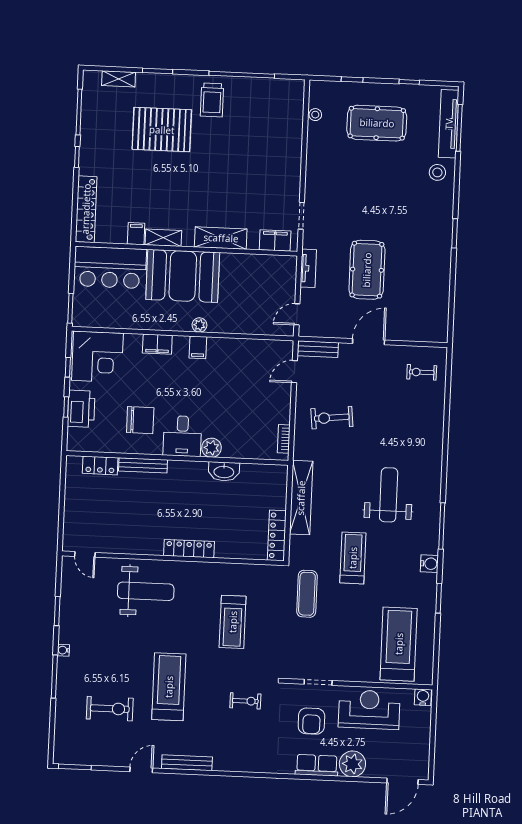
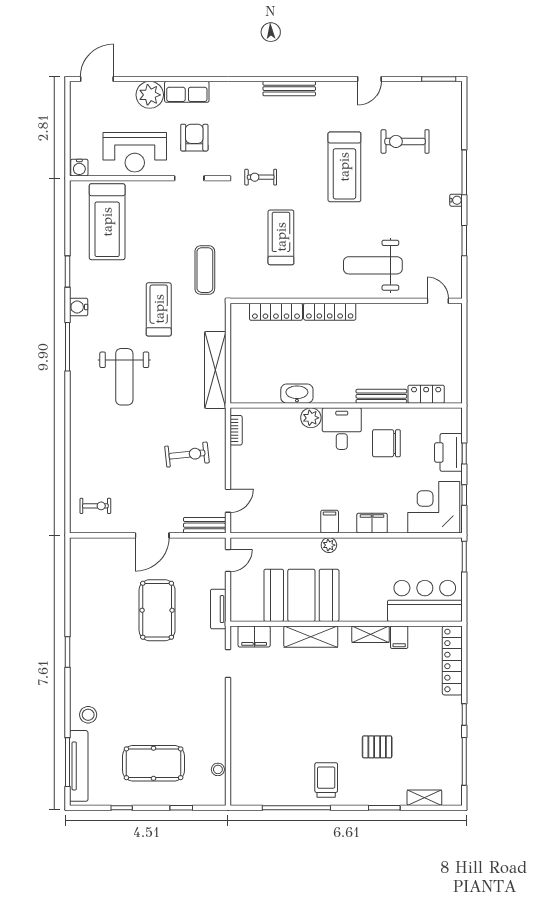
pallet: (162, 130) -> (377, 747), width x0.49, depth x0.50
booth: (183, 276) -> (301, 595), moved
locker: (277, 535) -> (276, 312), moved, turned 90
treadmill: (353, 558) -> (159, 309), turned 180
exercise bike: (245, 701) -> (261, 177), moved
bench: (187, 763) -> (289, 89), moved

